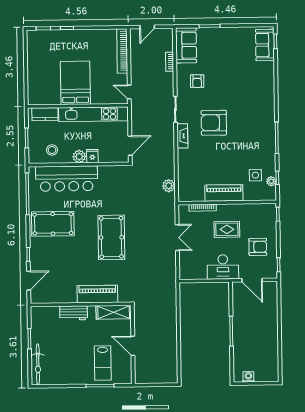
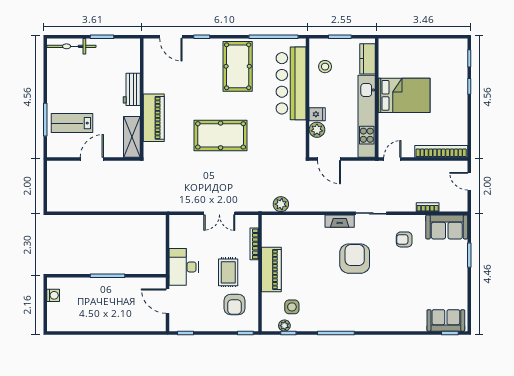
plant: (79, 156) -> (317, 130), moved
armchair: (258, 247) -> (234, 305), moved
door: (252, 280) -> (168, 301), hinge flipped

